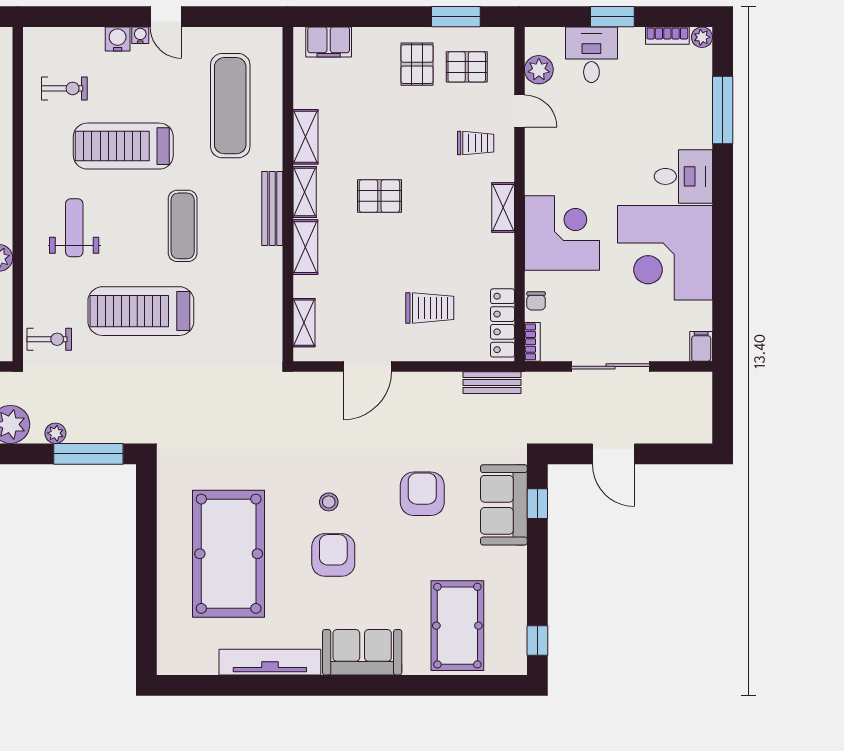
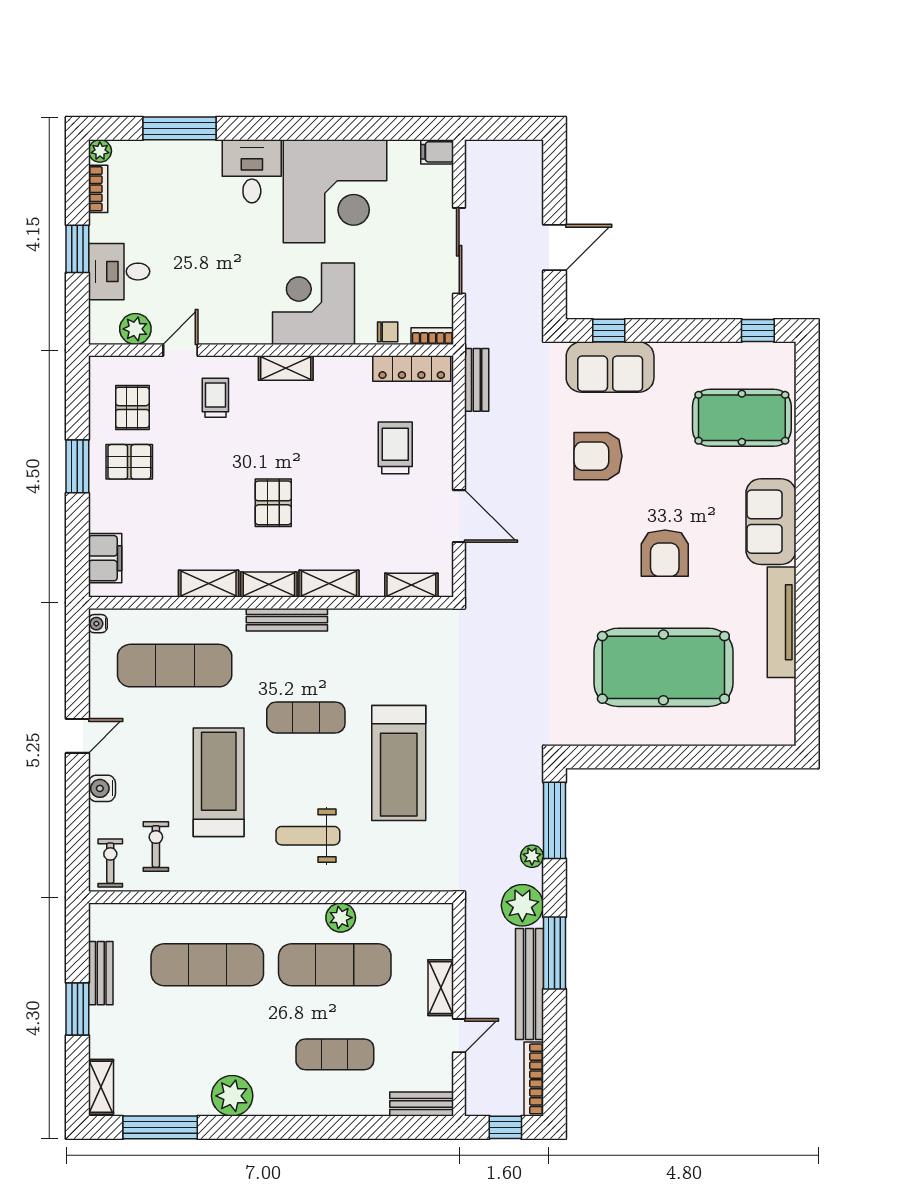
window: (456, 17) -> (77, 466), moved
water cooler: (140, 35) -> (98, 624), moved
treadmill: (123, 146) -> (219, 782), turned 180
exercise bike: (49, 339) -> (110, 863), moved
stool: (329, 502) -> (607, 558), removed
armchair: (333, 555) -> (665, 553), turned -90

